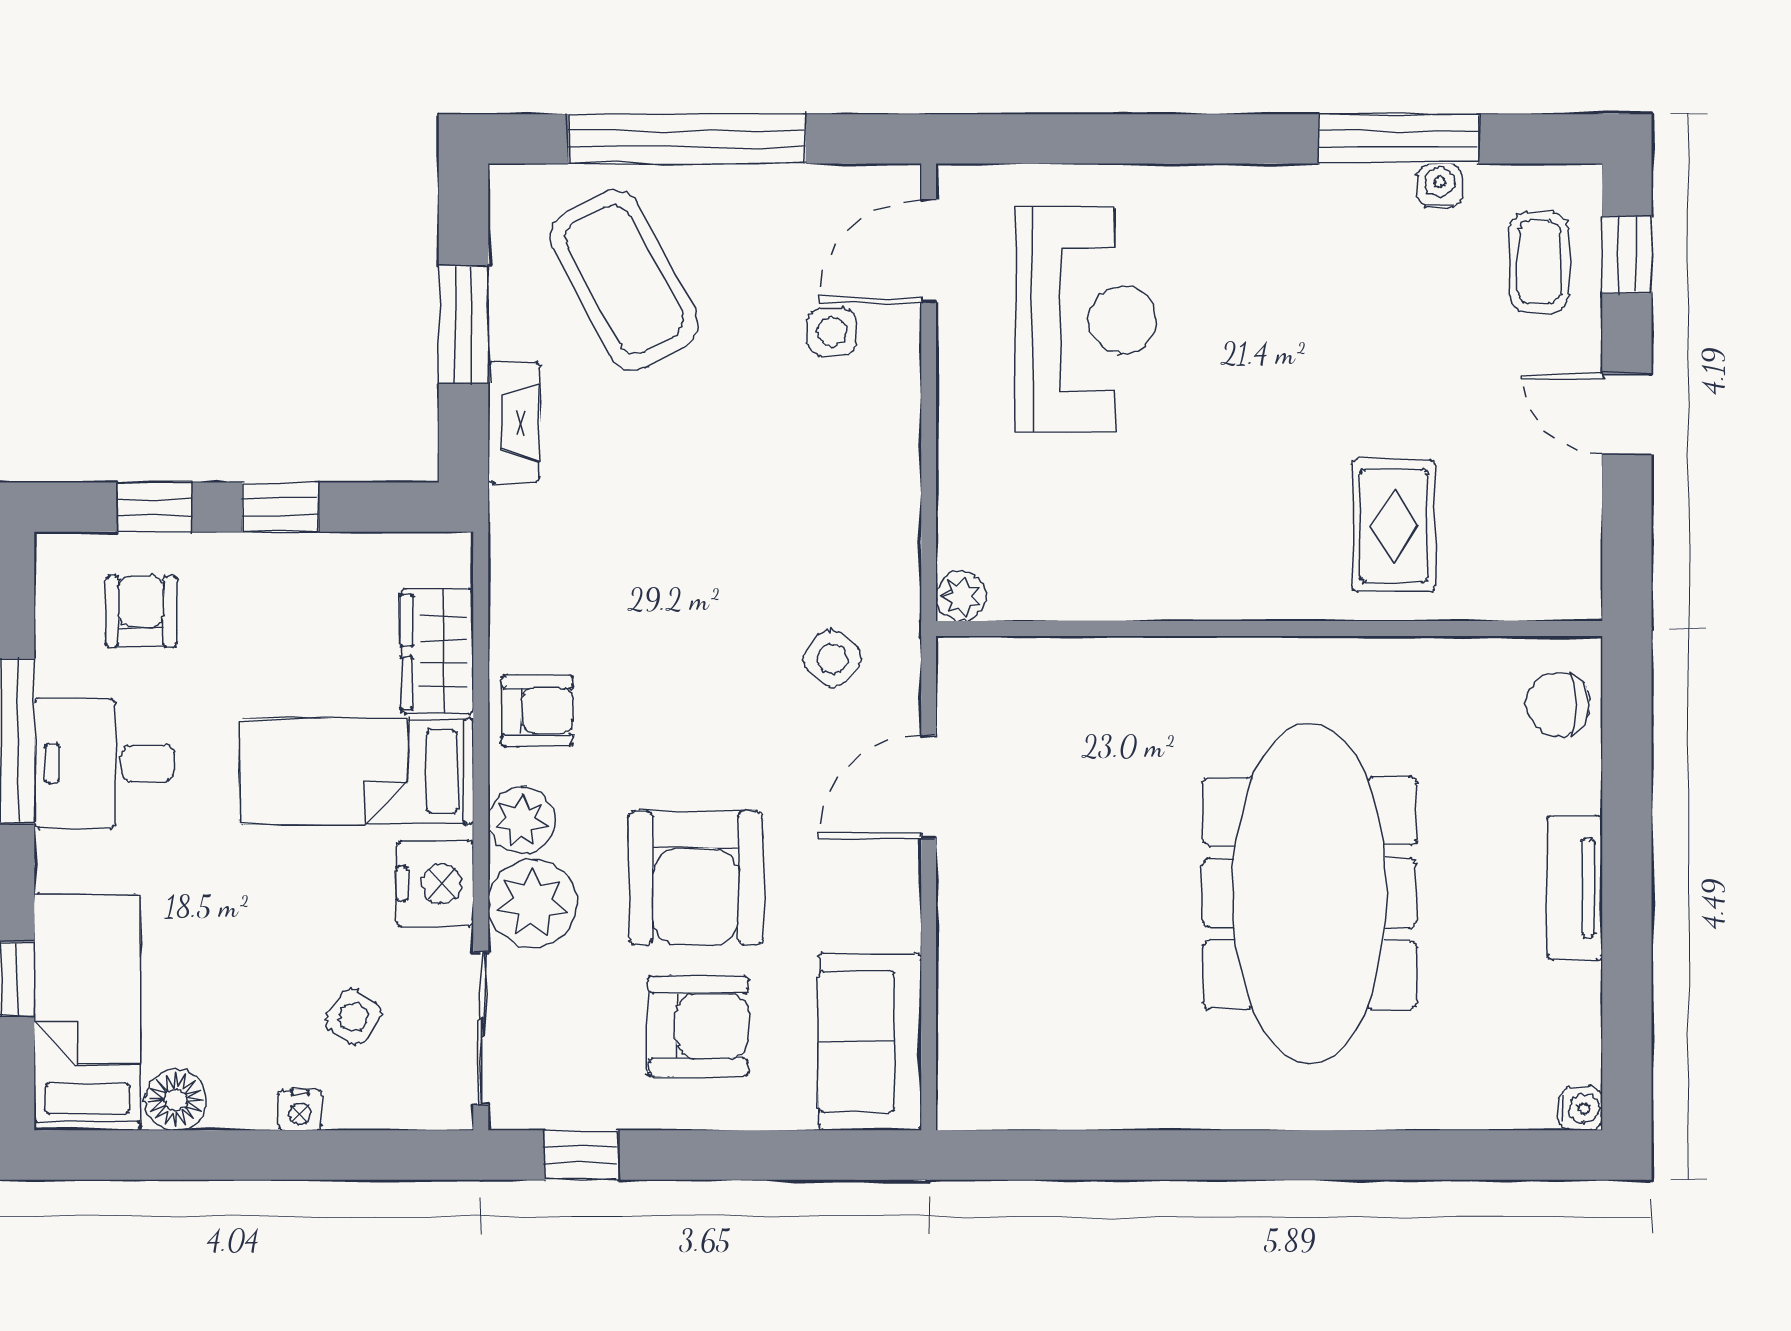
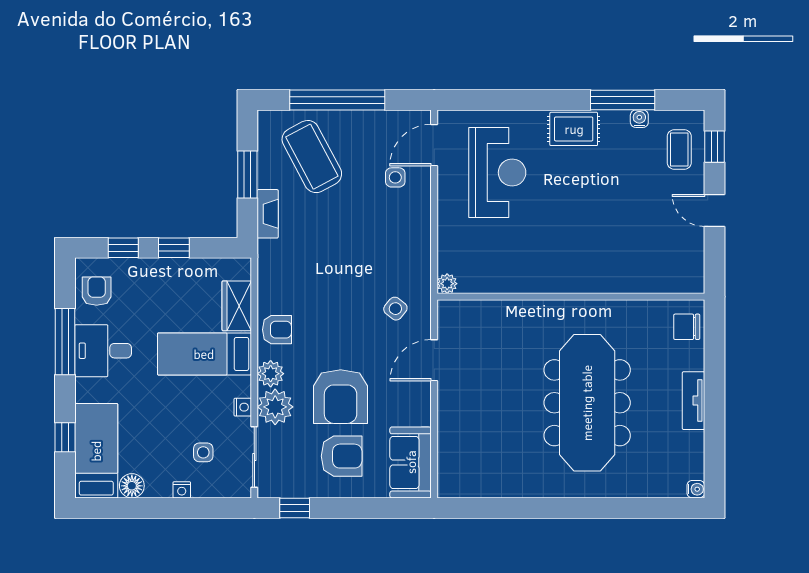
rug: (1394, 526) -> (574, 129), moved, turned 90
armchair: (141, 612) -> (97, 291), moved
nightstand: (435, 884) -> (243, 407), width x0.53, depth x0.56
side table: (354, 1017) -> (203, 452), turned -35

